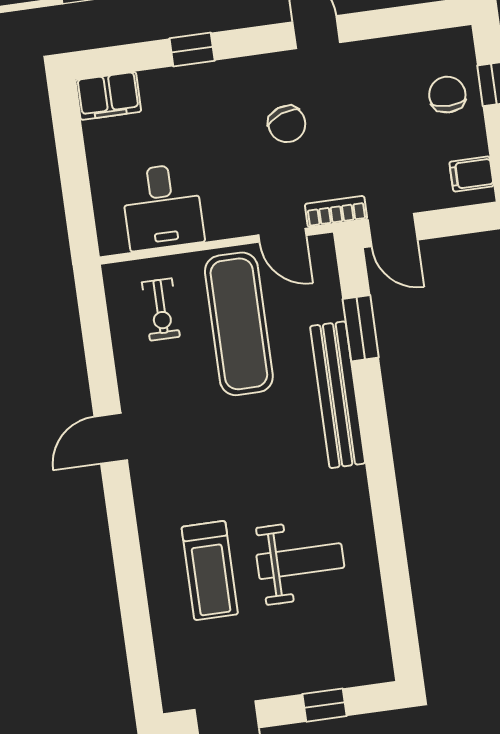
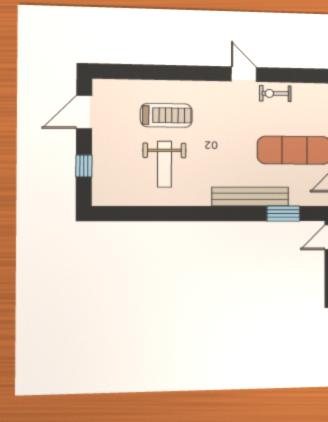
exercise bike: (161, 310) -> (275, 94), moved
treadmill: (210, 570) -> (166, 115), turned 180

